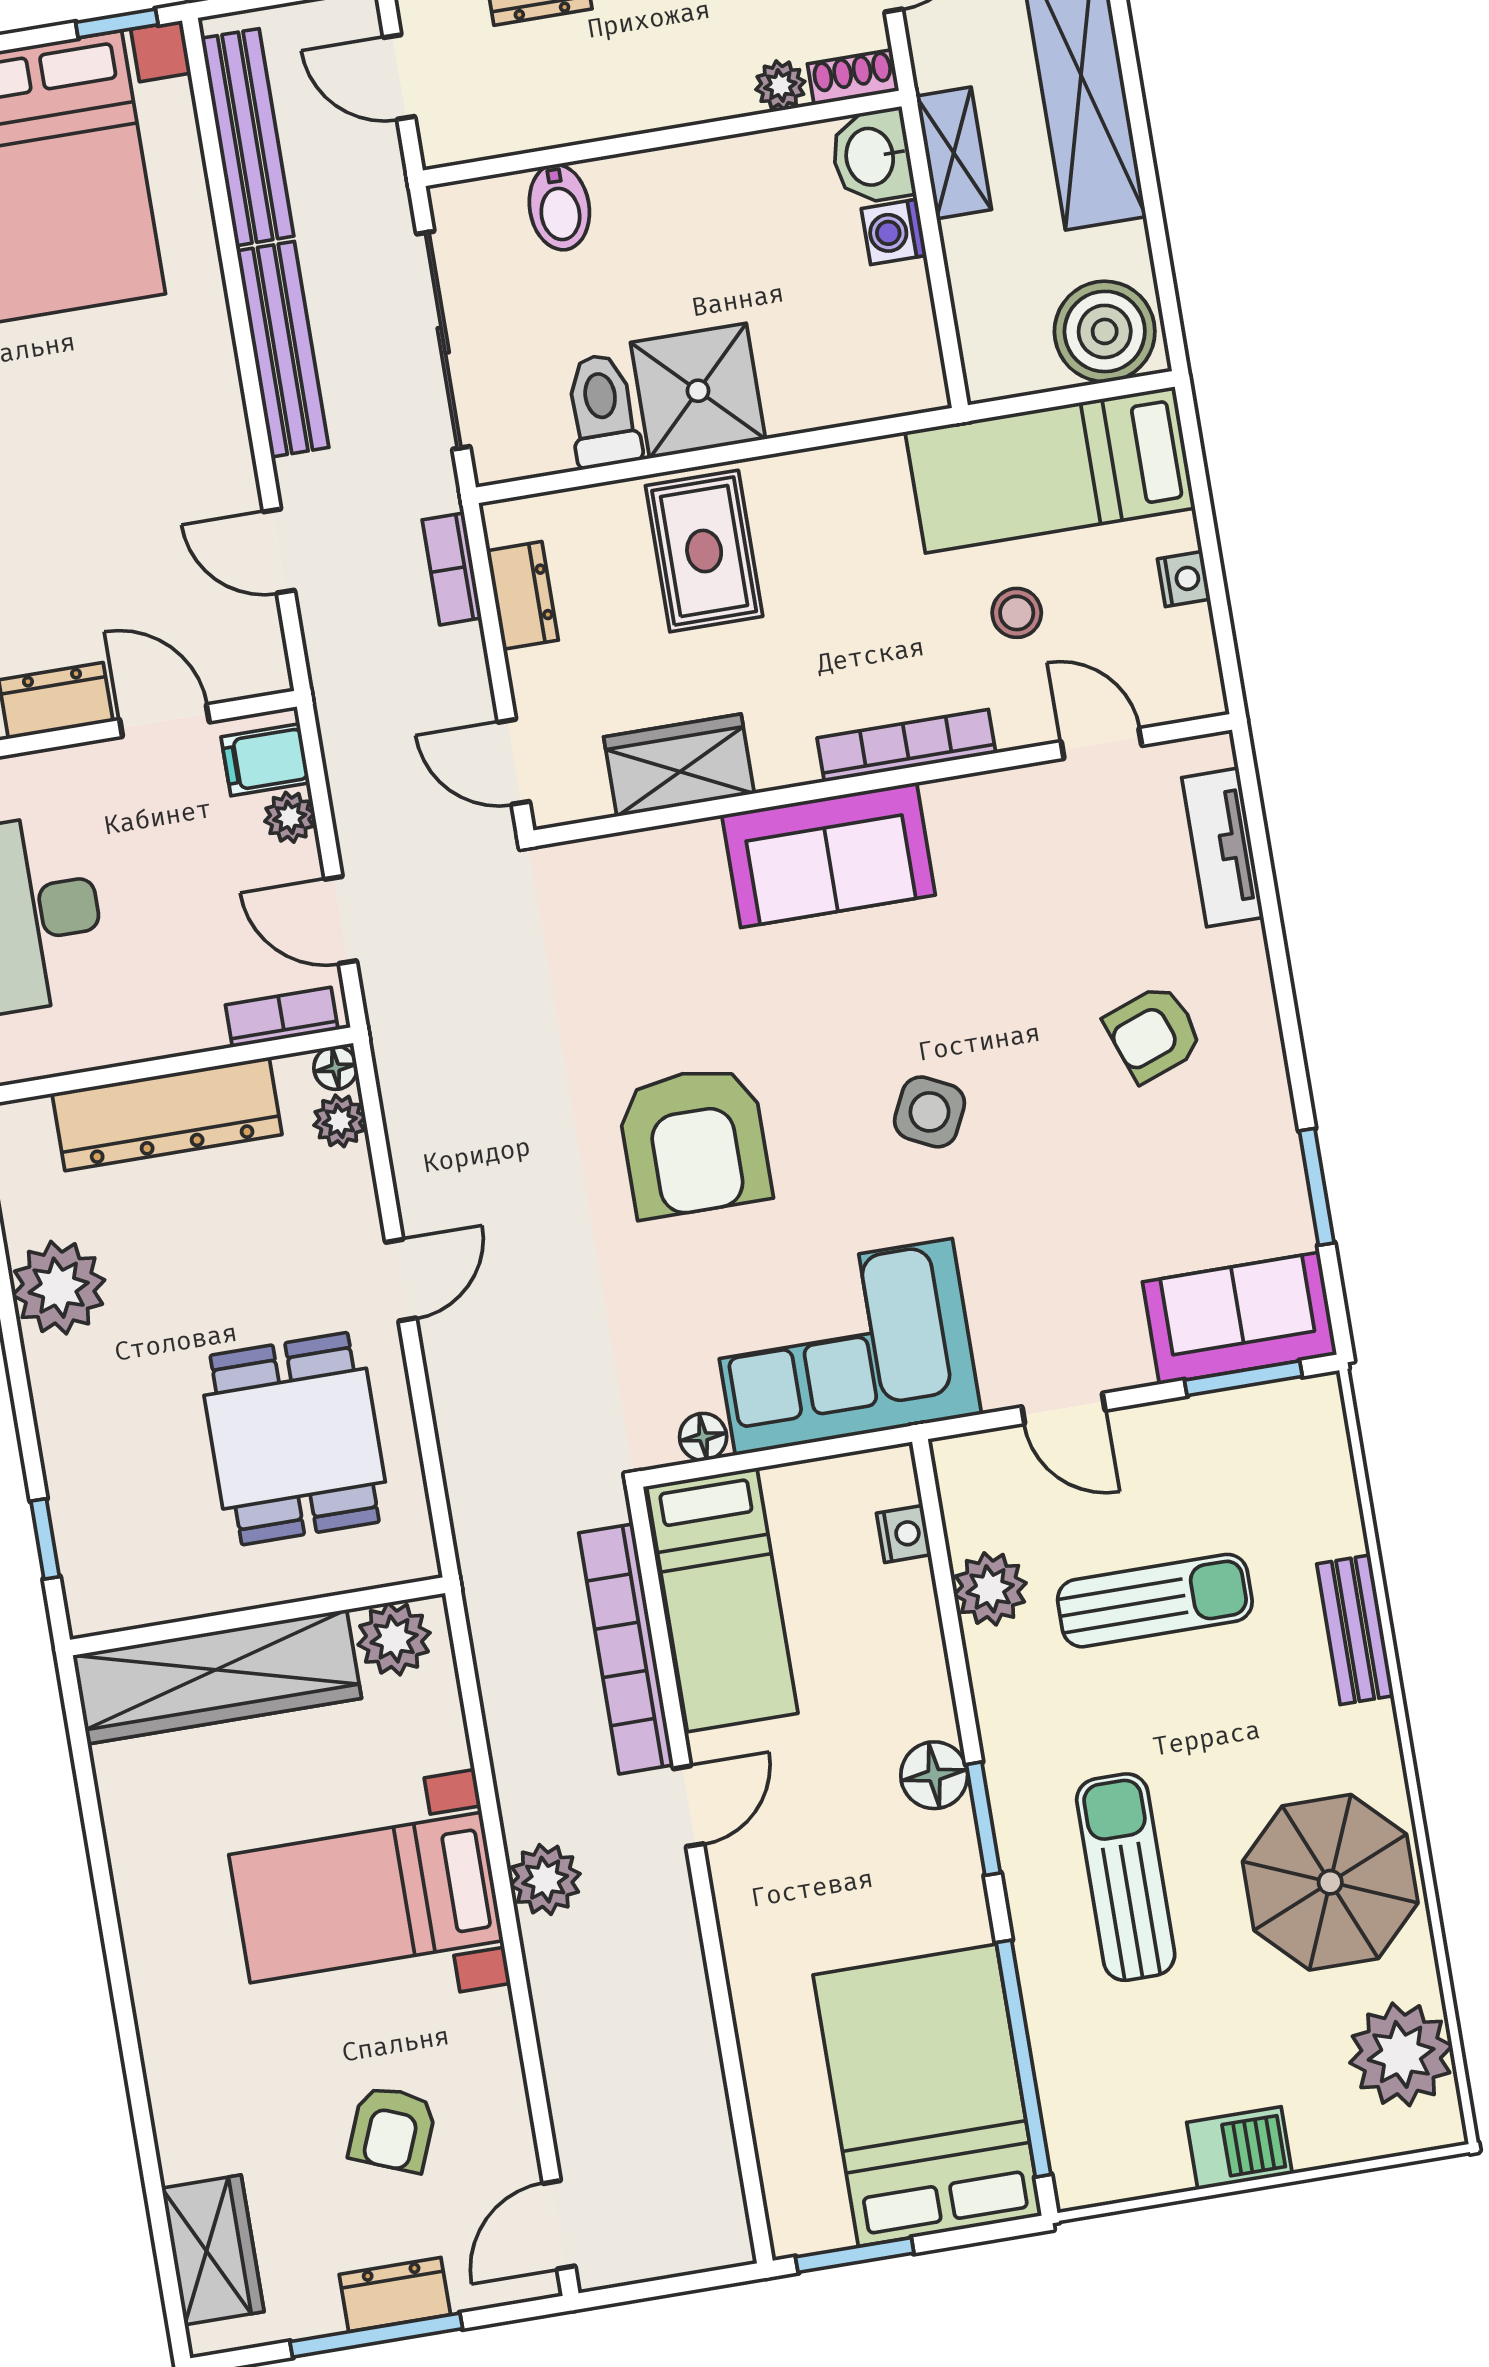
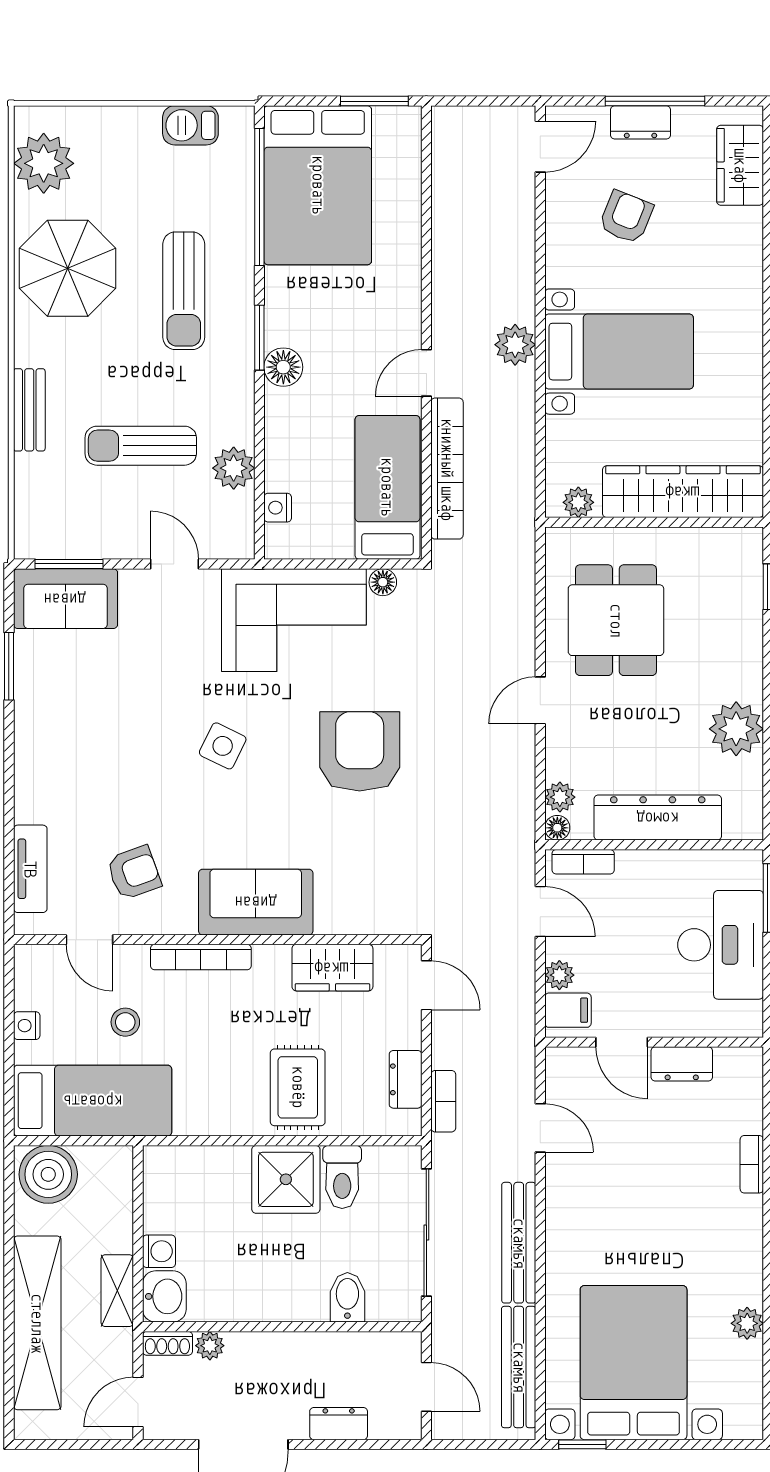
armchair: (1154, 1033) -> (134, 873), moved
plant: (394, 1639) -> (578, 502), width x0.73, depth x0.73
barbecue: (1239, 2148) -> (190, 125), moved

